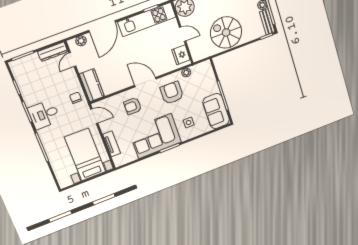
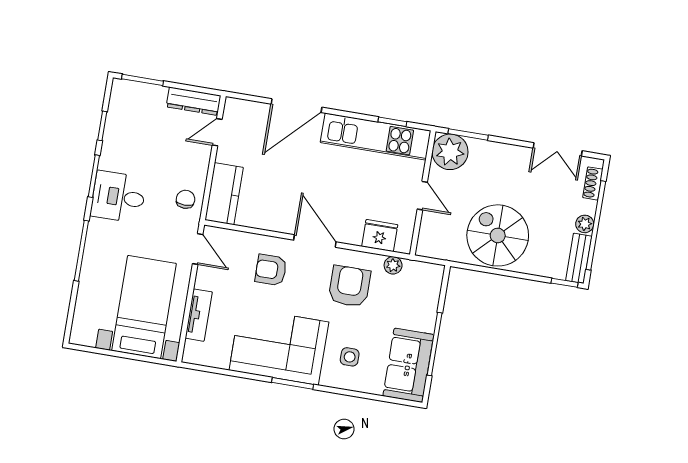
plant: (81, 41) -> (249, 110), removed
fridge: (181, 55) -> (380, 235), moved, turned 90

